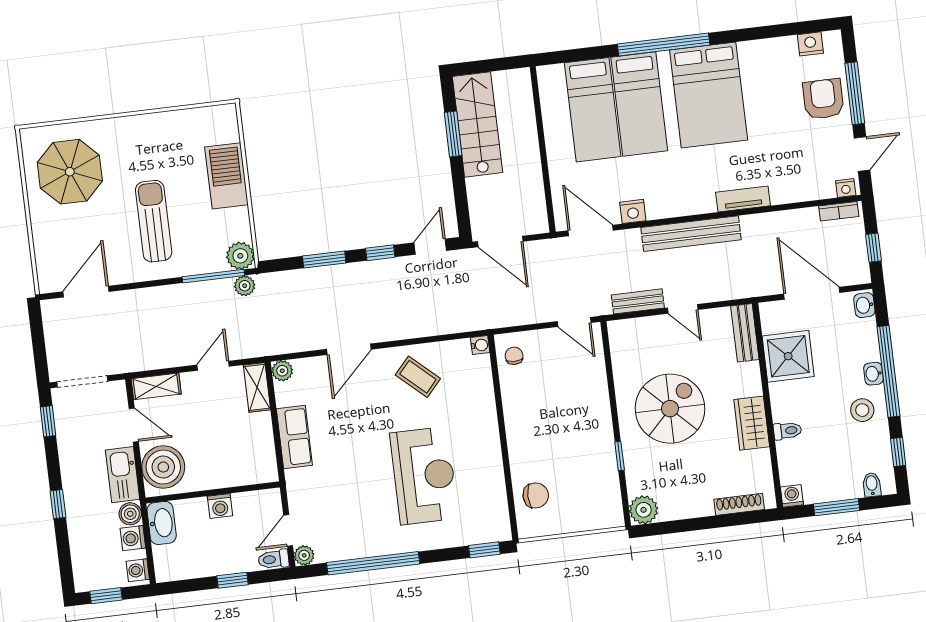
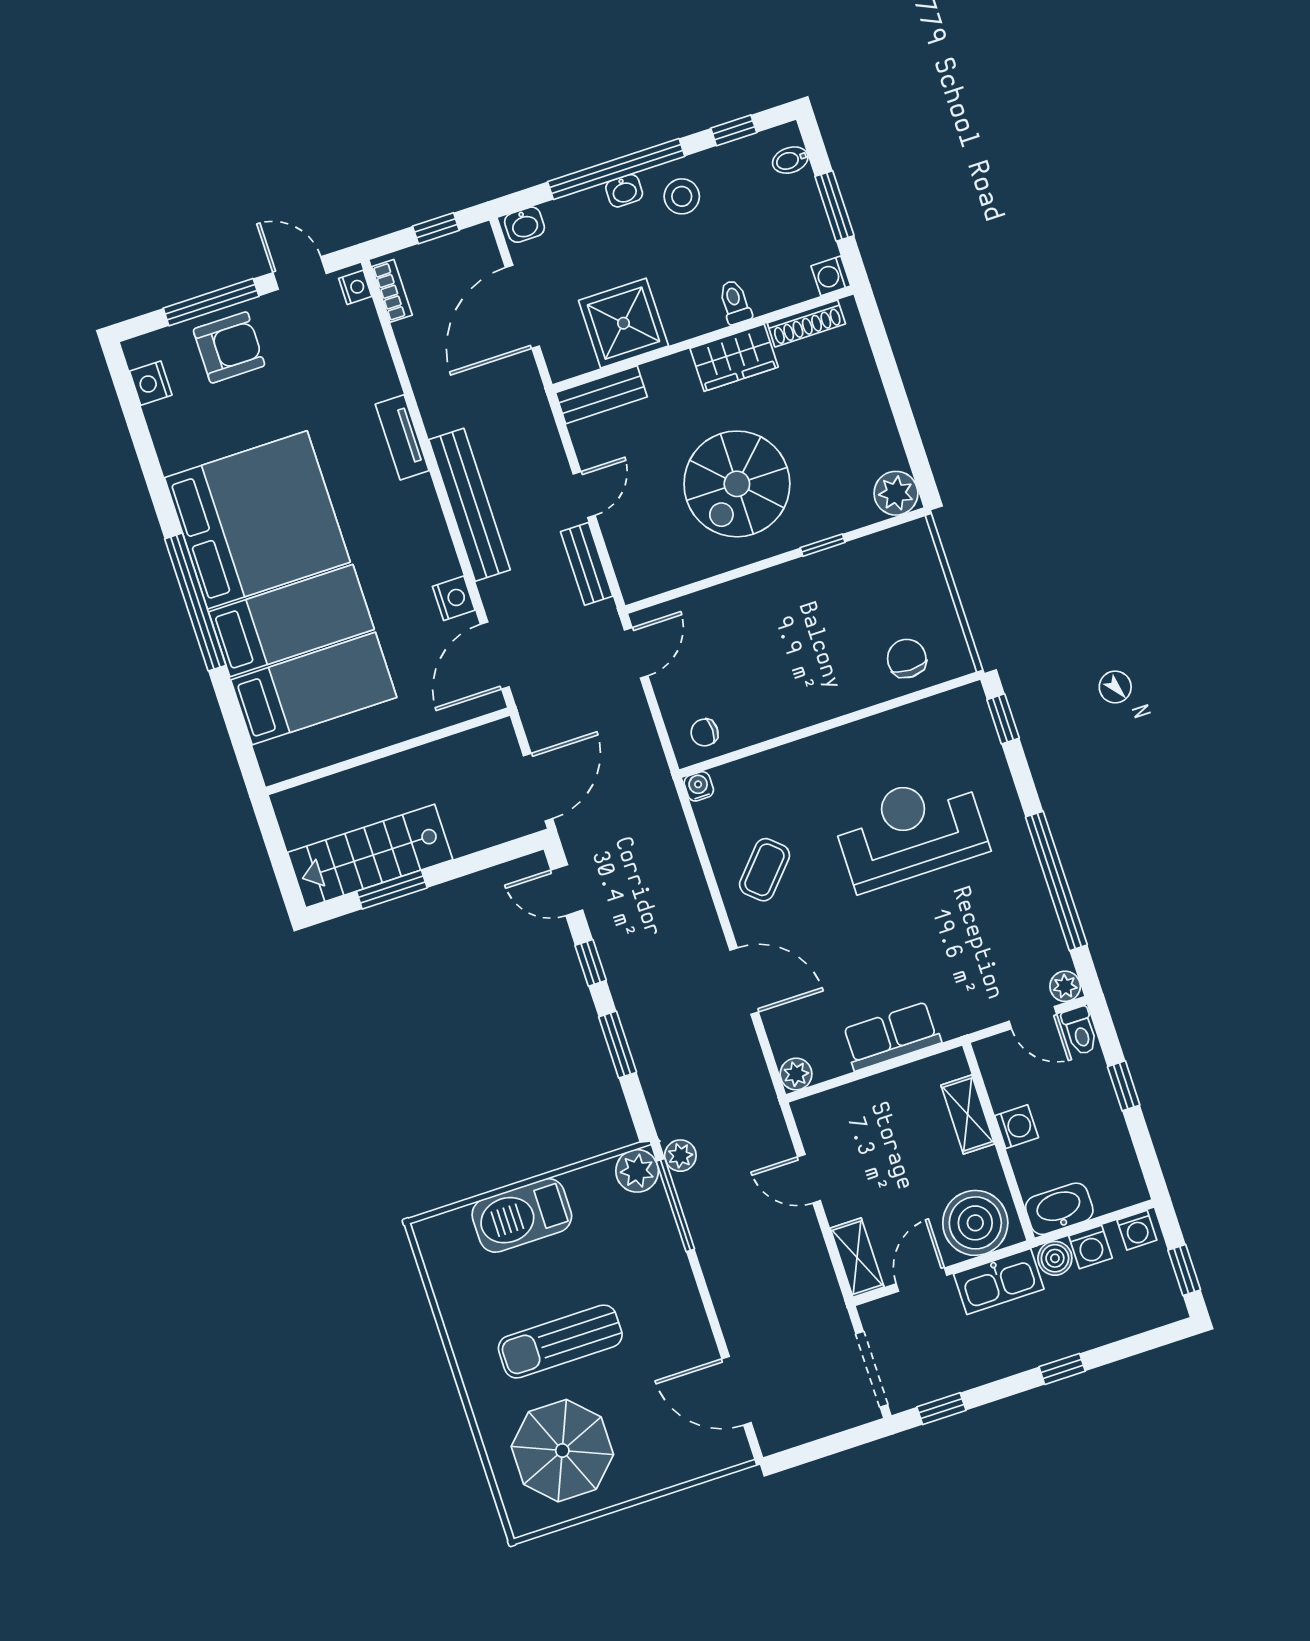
bed: (709, 95) -> (257, 520), width x1.36
armchair: (823, 99) -> (229, 347), turned 180
sun lounger: (154, 221) -> (560, 1342), moved
shelving: (257, 387) -> (968, 1115), moved, turned 90
spiral stairs: (670, 409) -> (737, 484), turned -90
shoe rack: (739, 504) -> (806, 323), moved, turned -90

